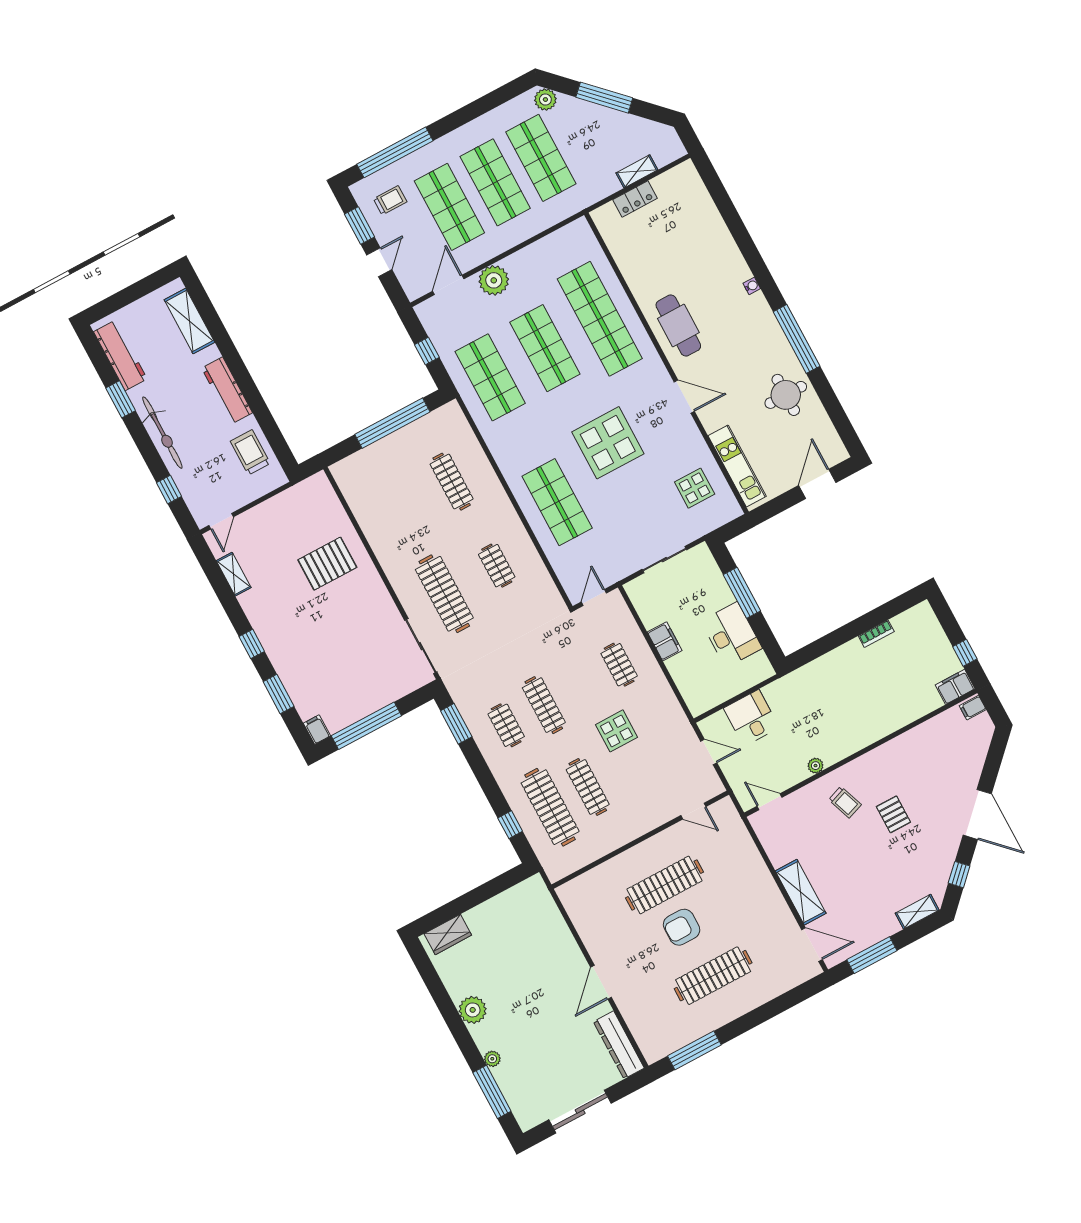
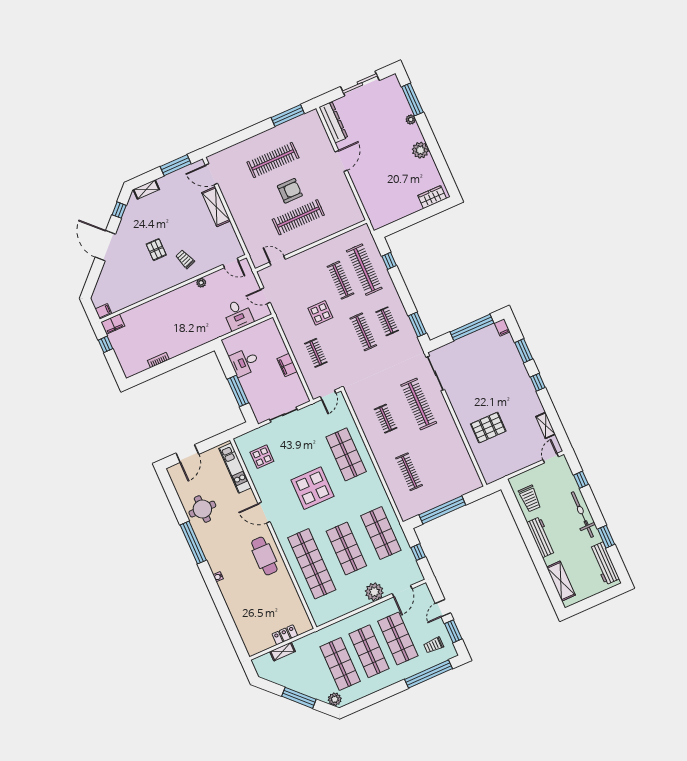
desk: (731, 635) -> (244, 362), width x0.73

